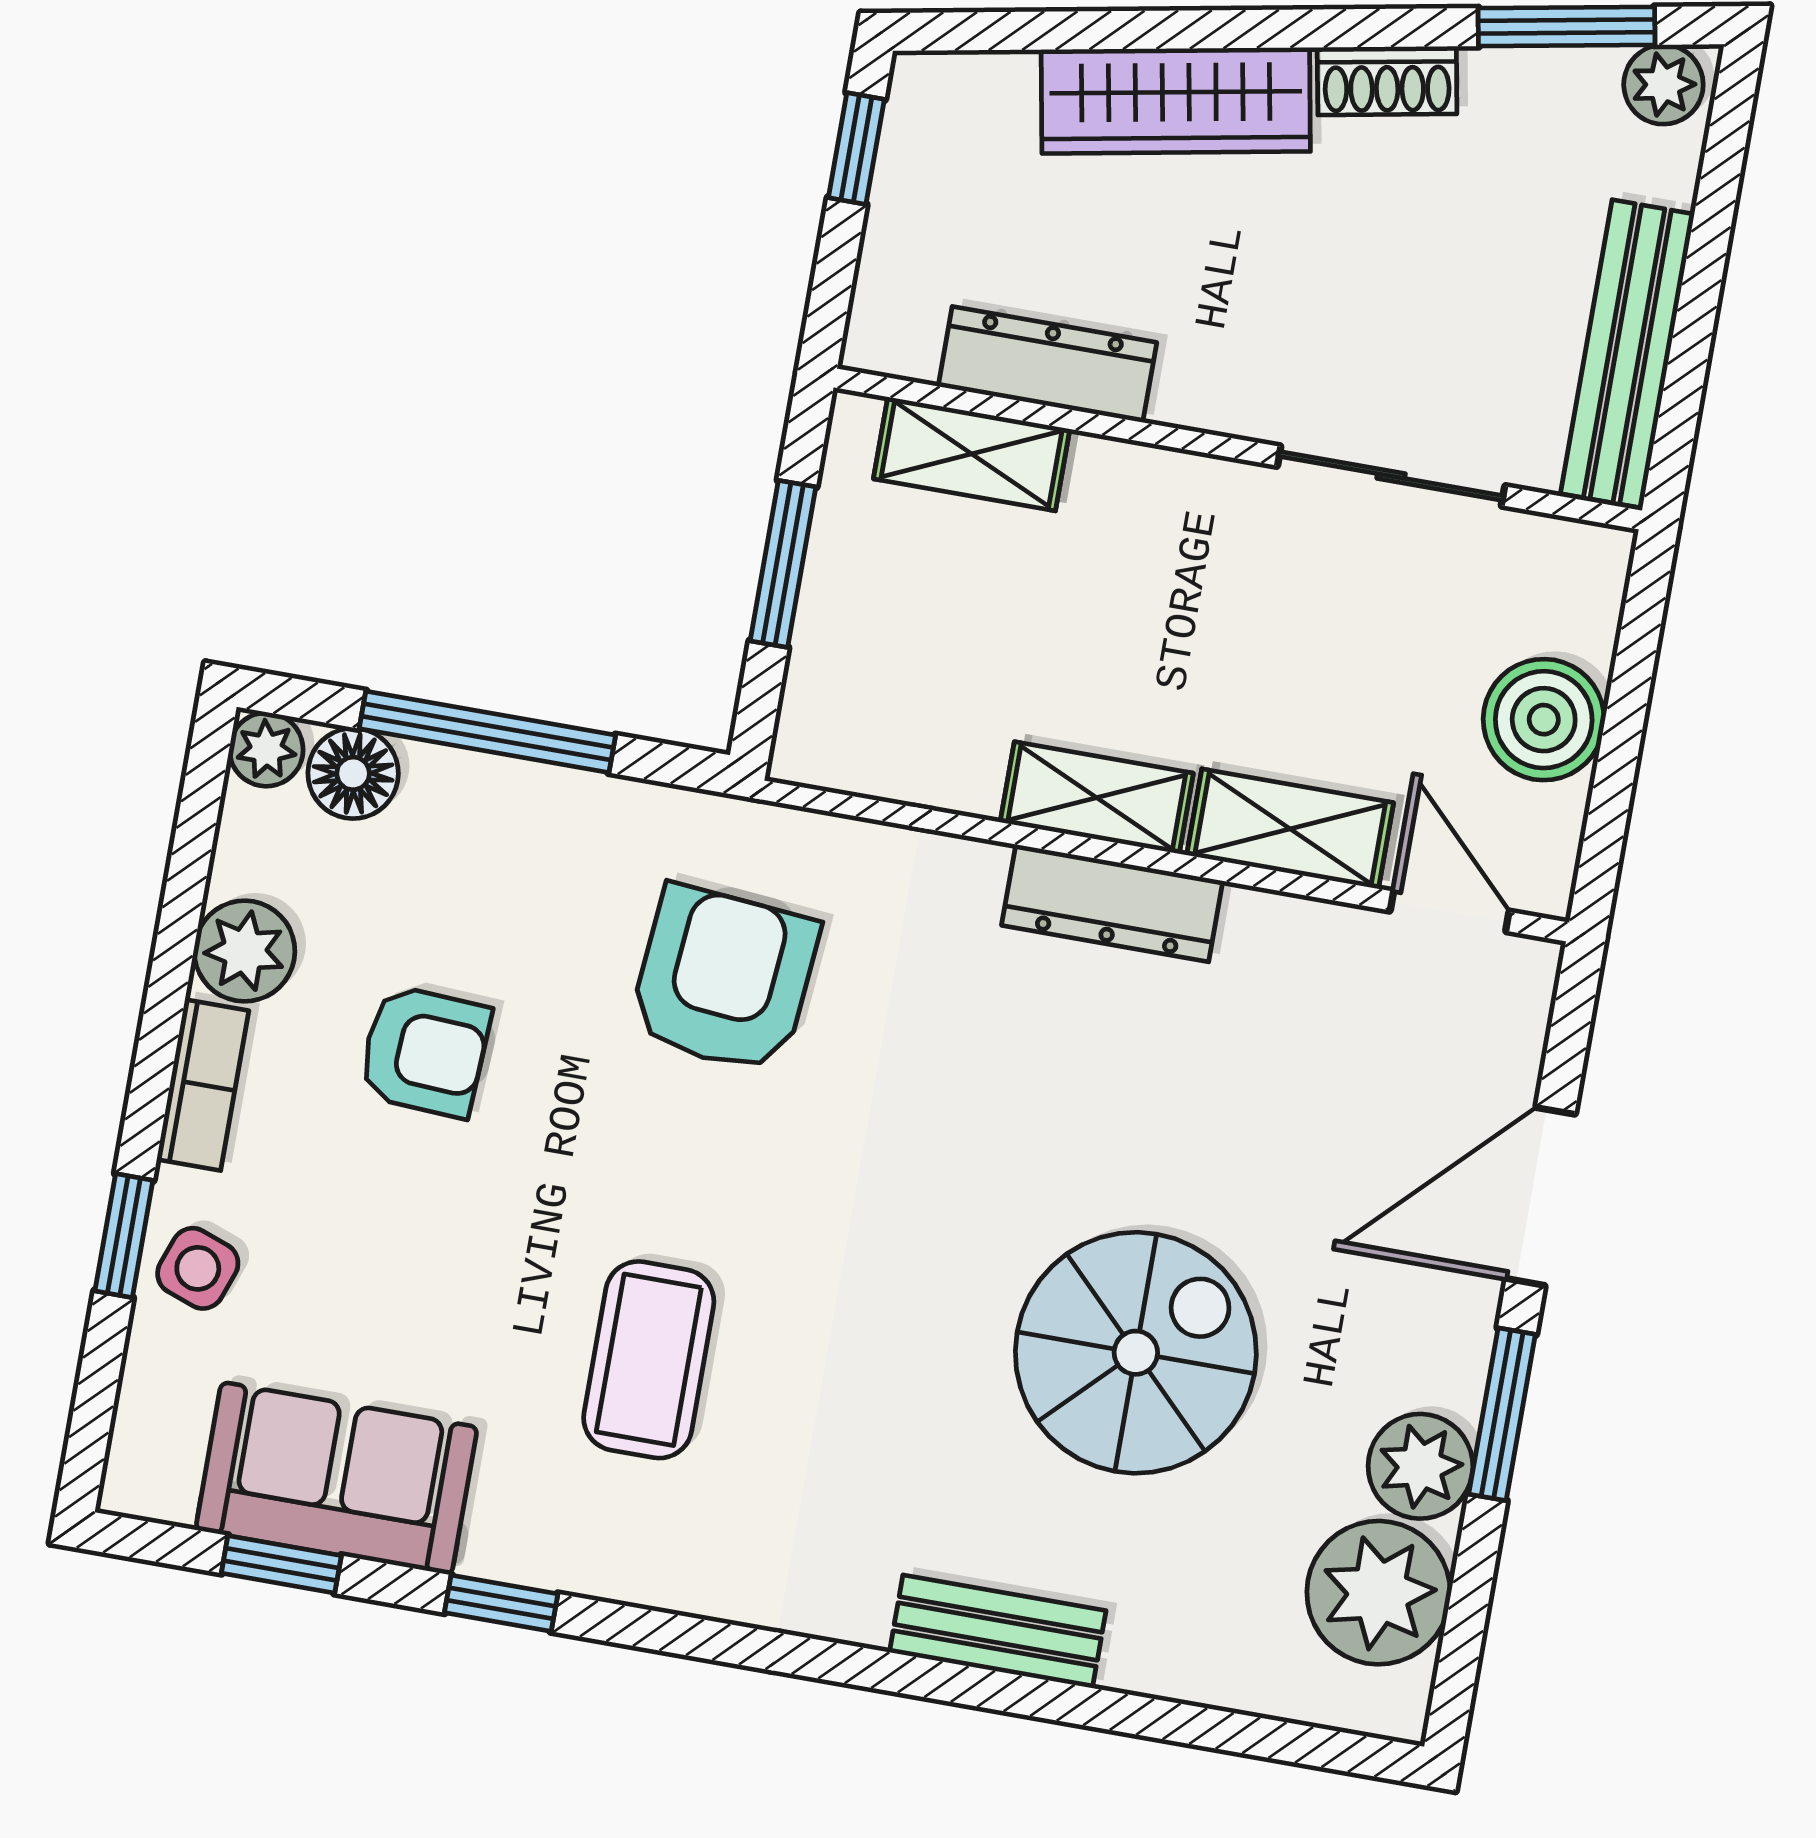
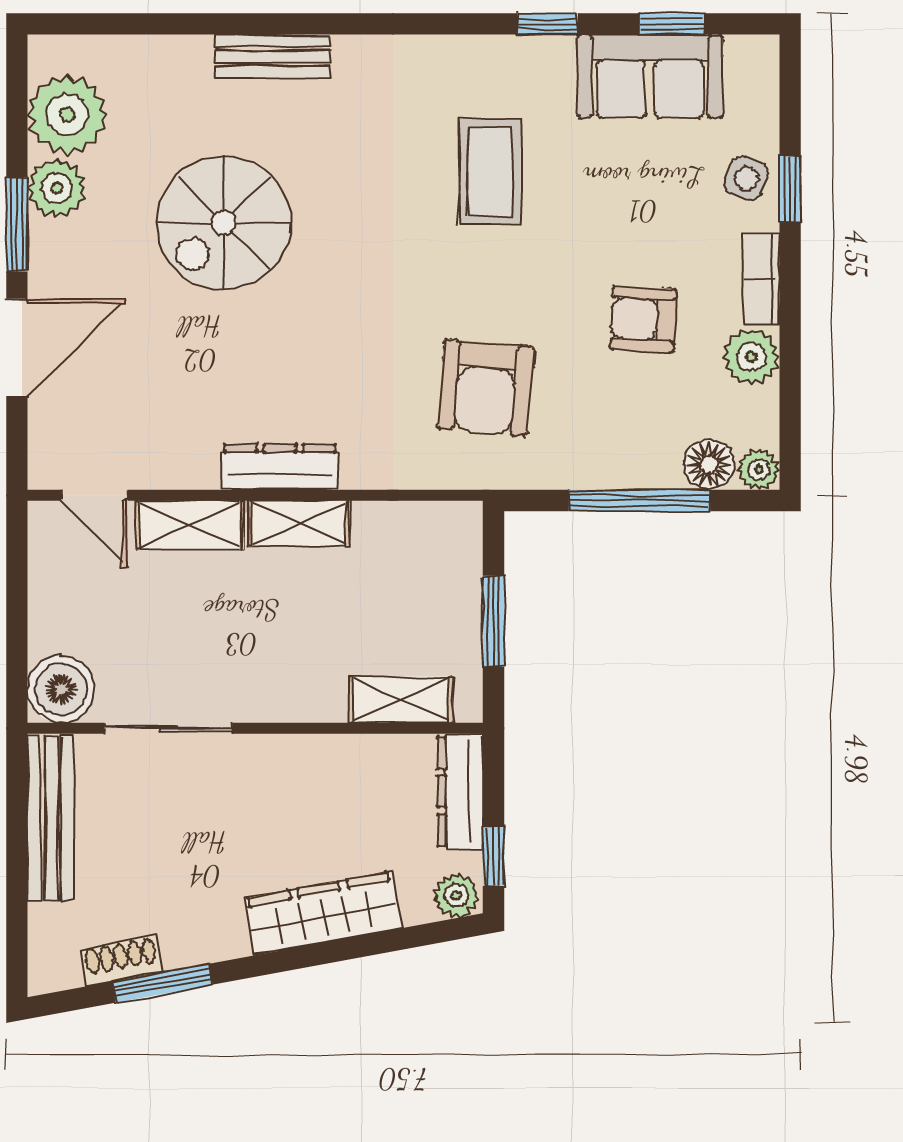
window: (1567, 27) -> (162, 983), moved
shoe rack: (1387, 81) -> (122, 961), moved
plant: (1663, 84) -> (456, 896), moved
dresser: (1047, 364) -> (460, 791), moved, turned 90
boiler: (1544, 720) -> (61, 689), moved

